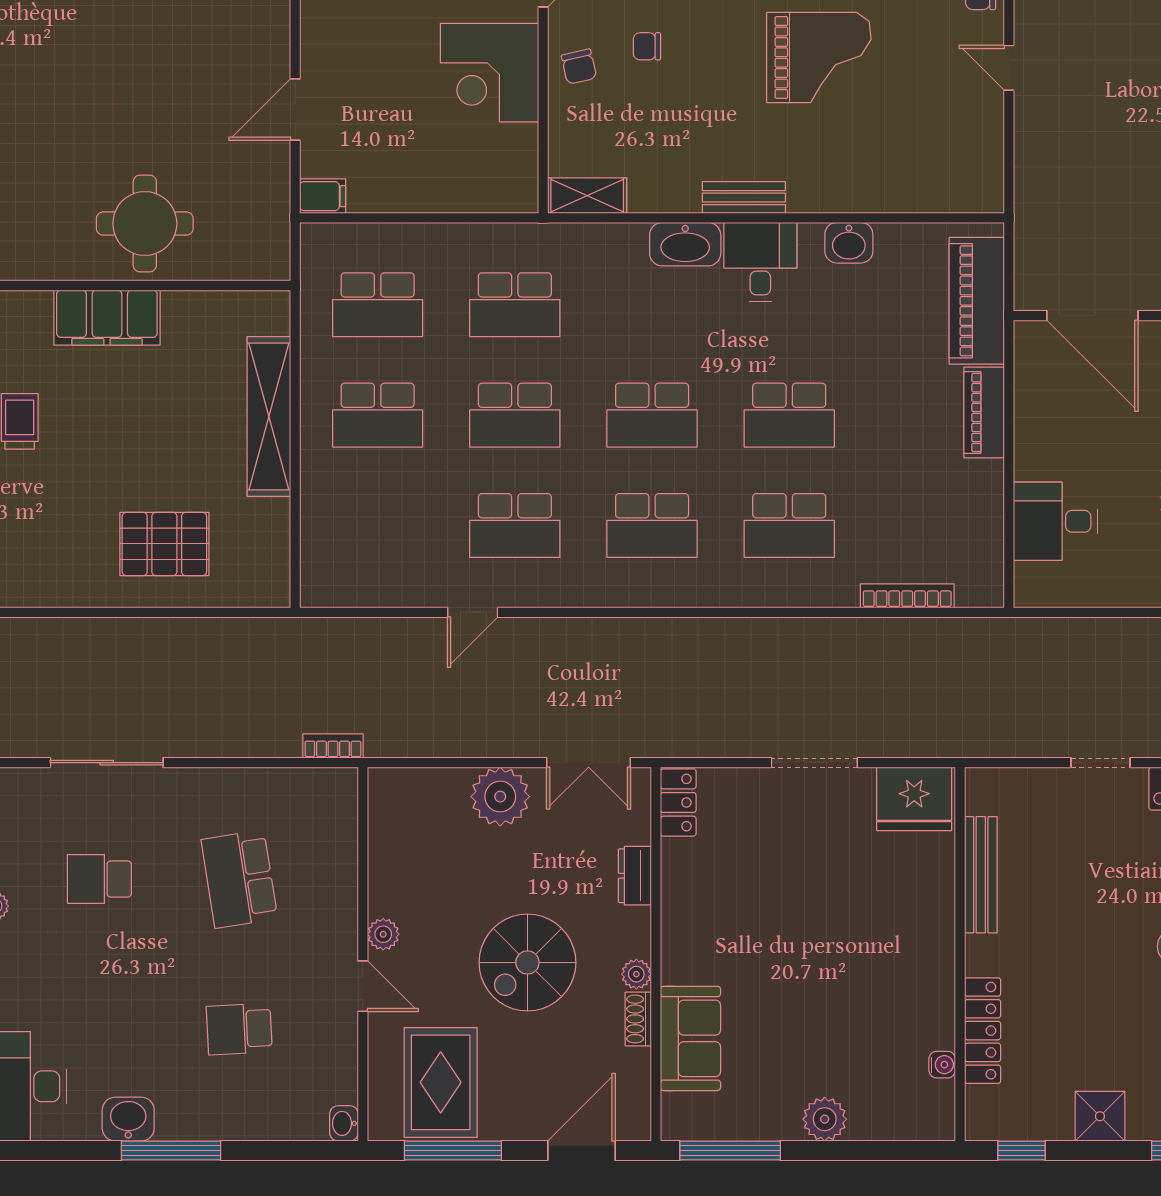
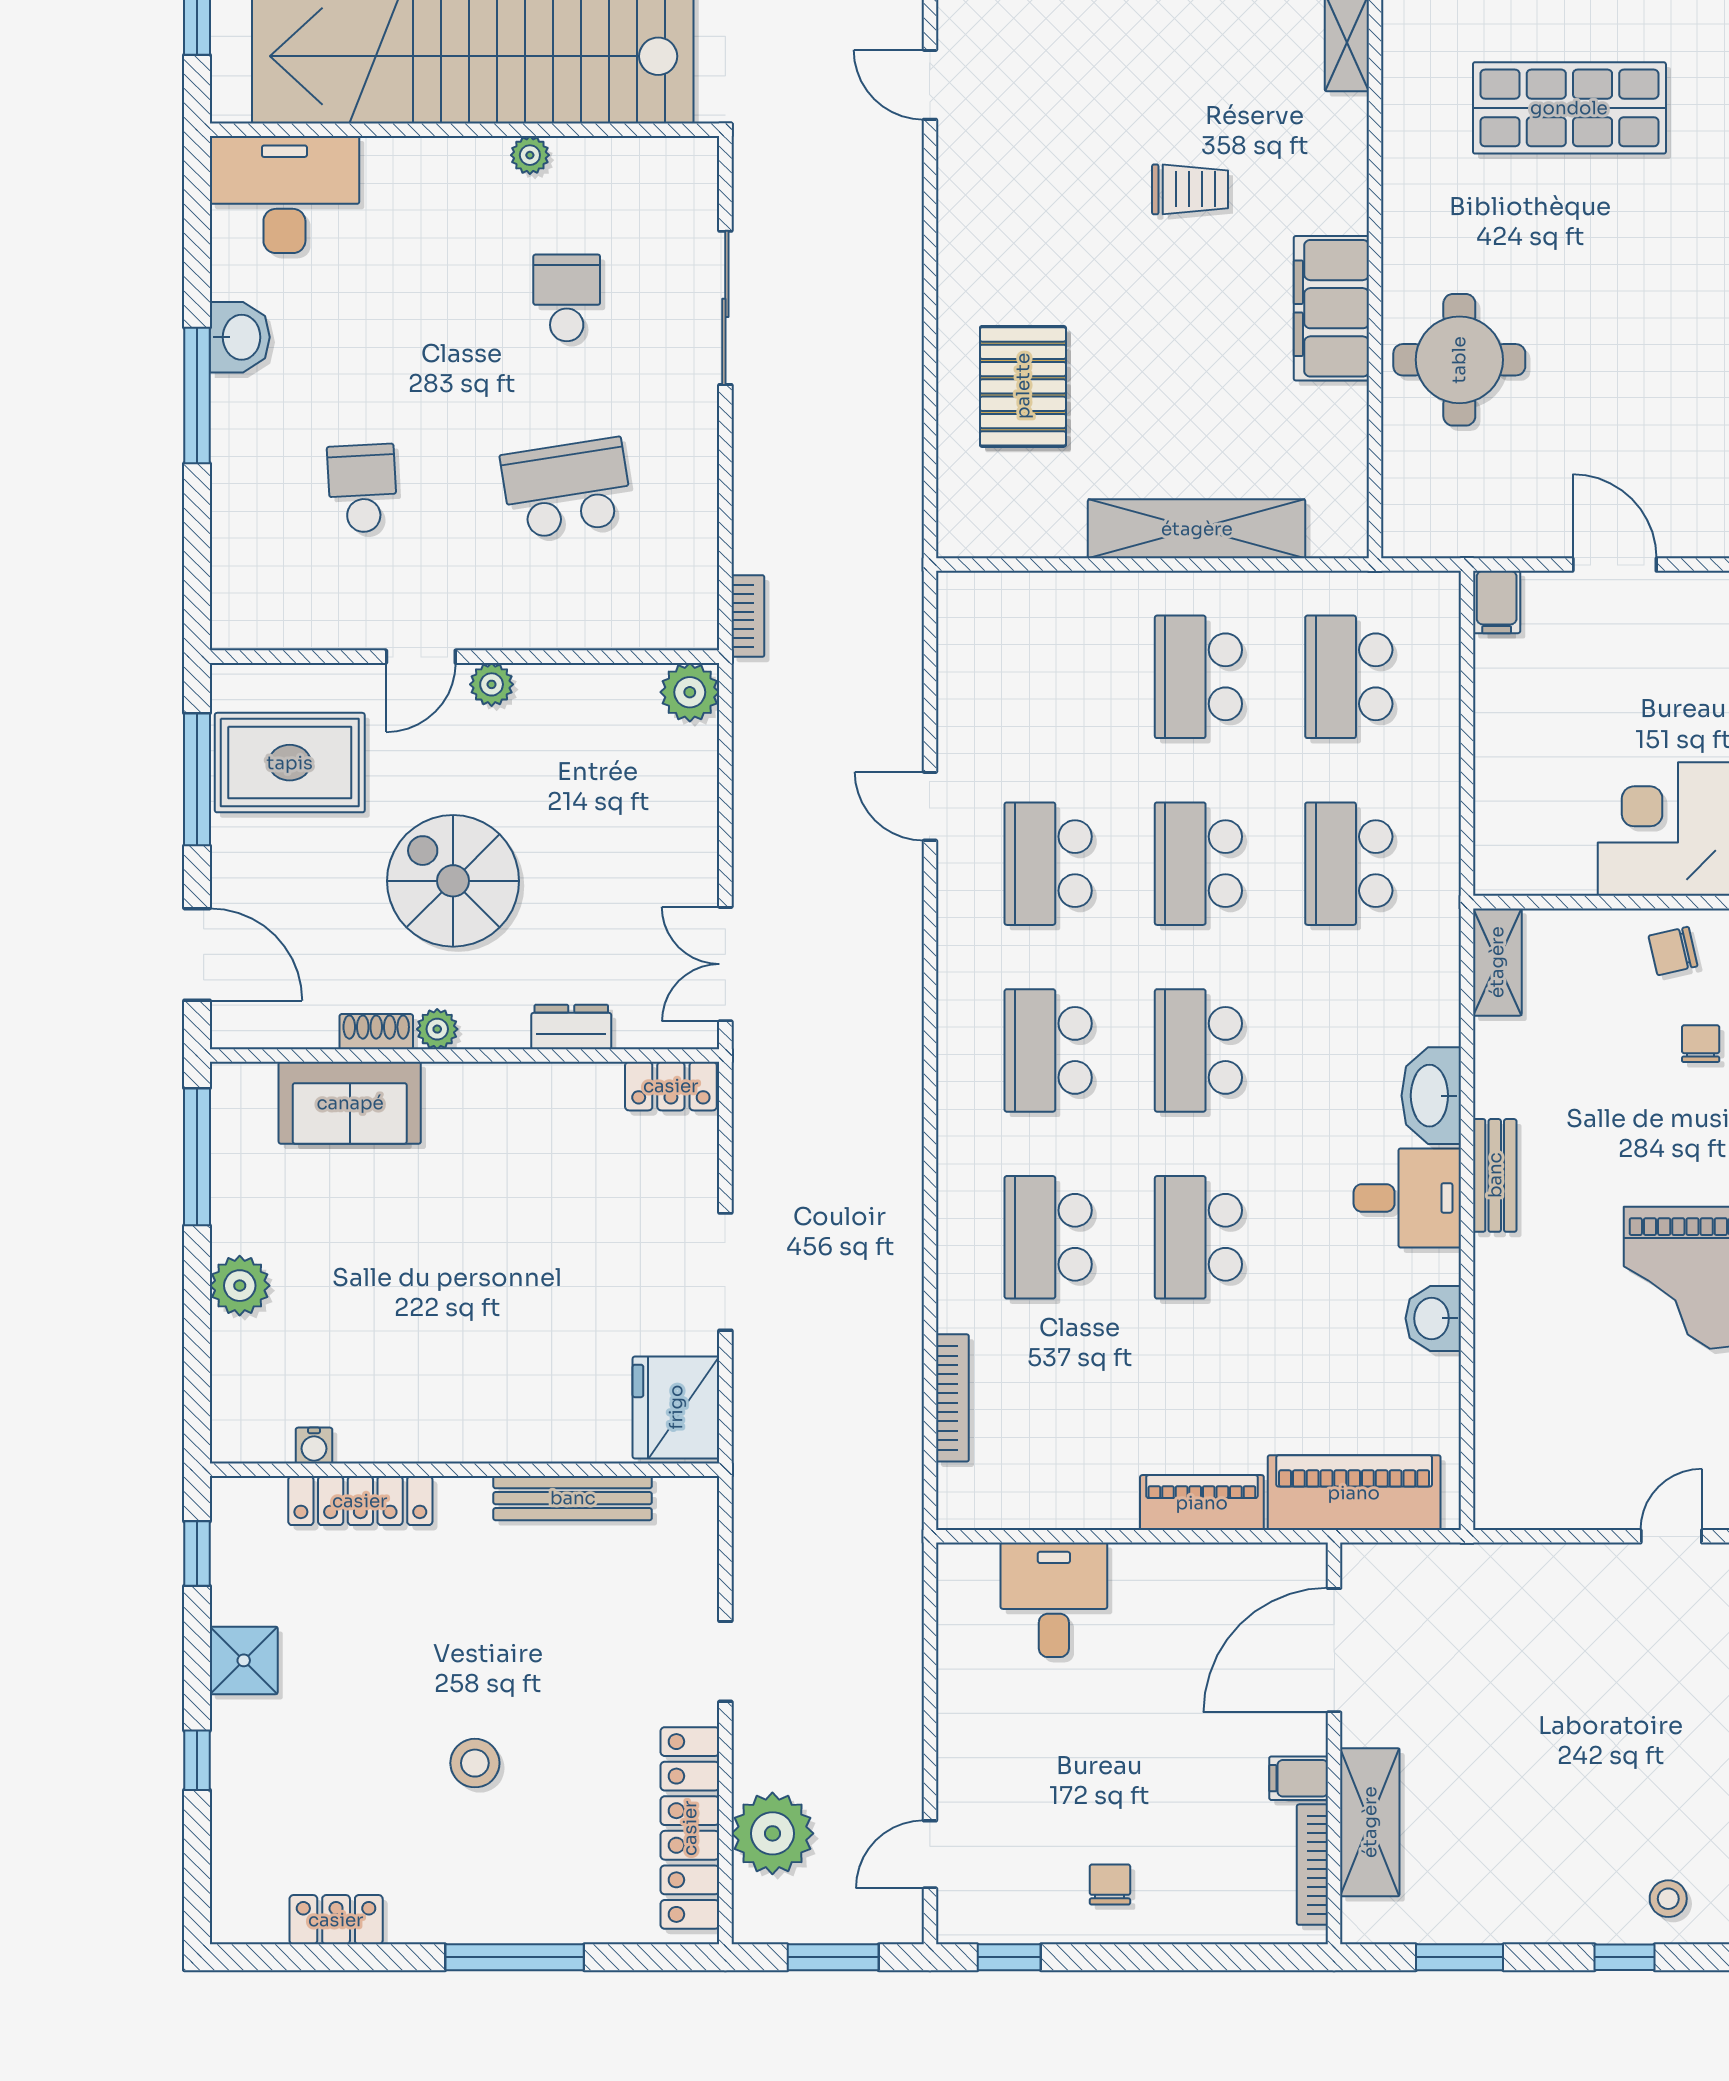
plant: (500, 797) -> (690, 692), moved, width x0.73, depth x0.73
washbasin: (344, 1123) -> (234, 631), removed

